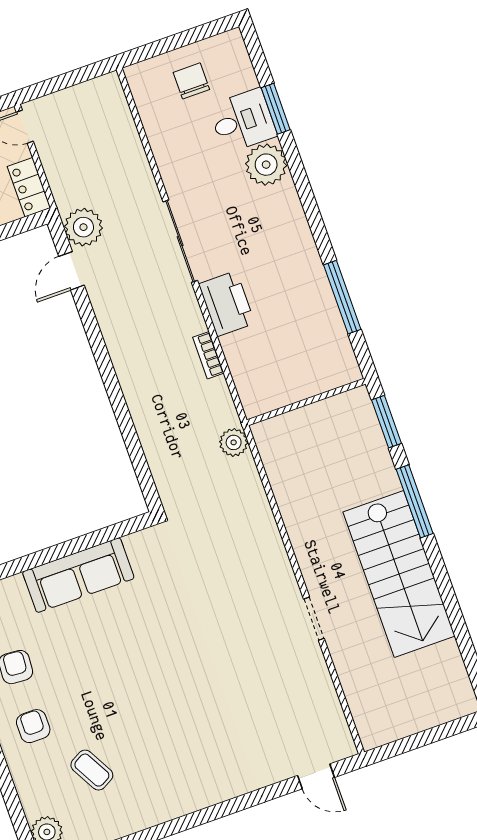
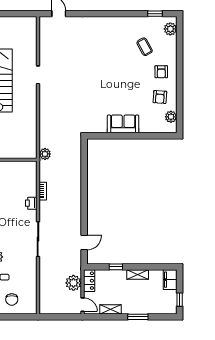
plant: (83, 227) -> (73, 283), moved
printer: (227, 304) -> (31, 203), width x0.53, depth x0.68
sofa: (78, 575) -> (123, 124), width x0.73

